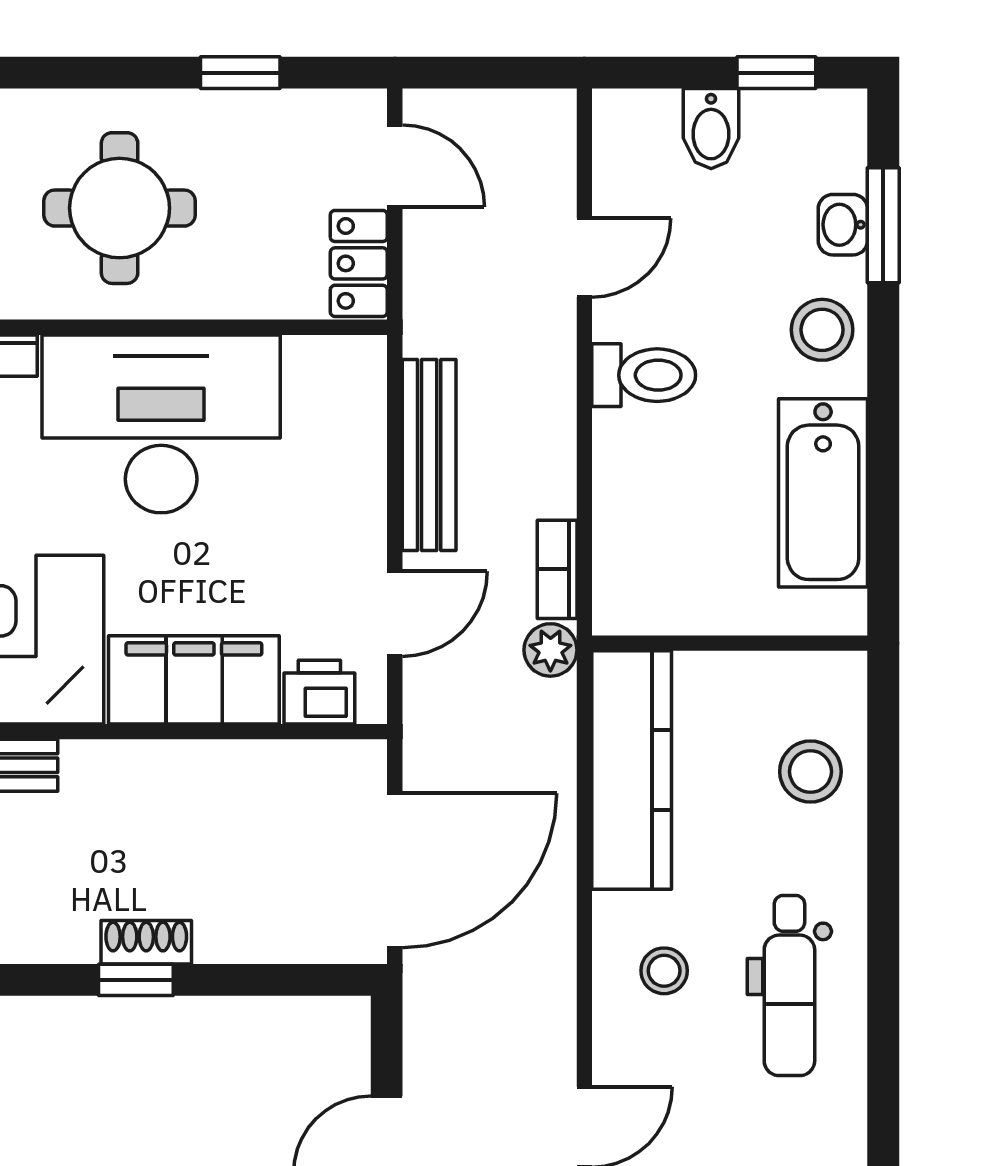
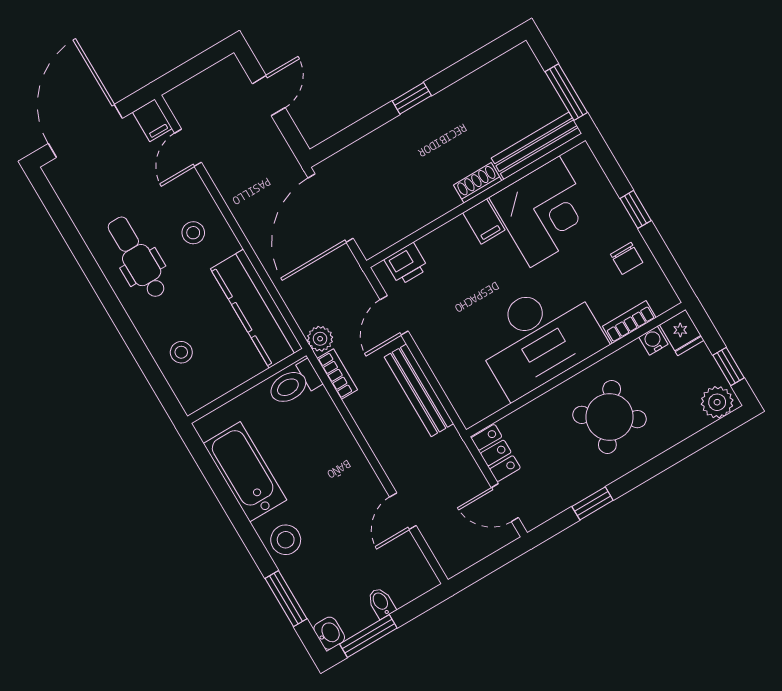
window: (776, 73) -> (368, 636), width x1.50
bidet: (711, 128) -> (381, 603), width x0.72, depth x0.74
round table: (120, 208) -> (610, 417), turned 35
washbasin: (843, 225) -> (329, 633), moved
toilet: (644, 375) -> (294, 384), moved
filing cabinet: (194, 680) -> (484, 221), width x0.33, depth x0.86
stool: (810, 772) -> (181, 352), width x0.73, depth x0.73
shoe rack: (146, 942) -> (478, 183), moved, turned 180

